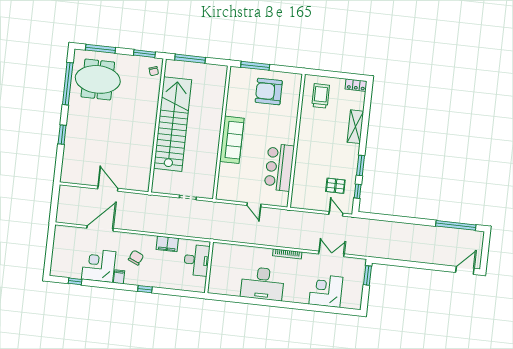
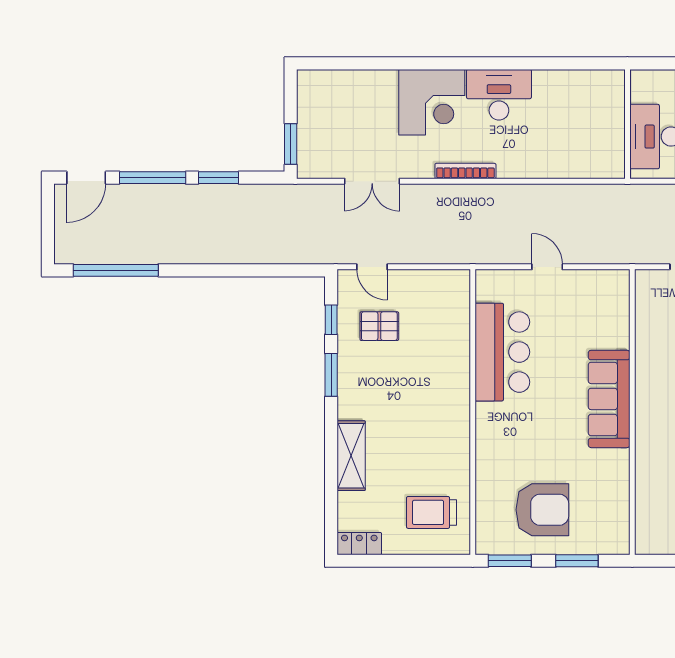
window: (255, 66) -> (577, 561), width x0.69
window: (287, 69) -> (510, 561), added
trolley: (321, 96) -> (432, 512), turned 90
window: (403, 263) -> (219, 178), added
window: (434, 267) -> (153, 178), added
desk: (262, 284) -> (499, 95), width x0.73, depth x0.77
corner desk: (326, 291) -> (432, 102), moved

